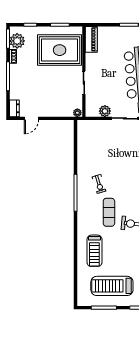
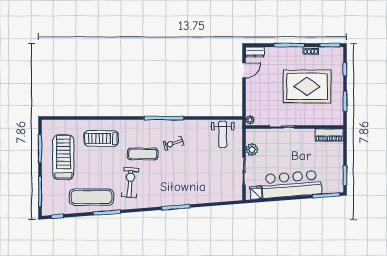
plant: (17, 41) -> (328, 55), removed
rug: (60, 50) -> (307, 86), moved, turned 90
door: (31, 118) -> (244, 70), swing flipped
weight bench: (91, 138) -> (223, 134), added

